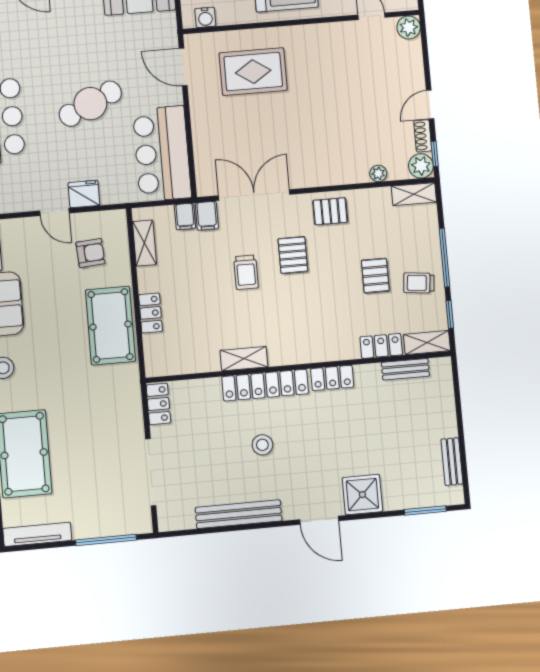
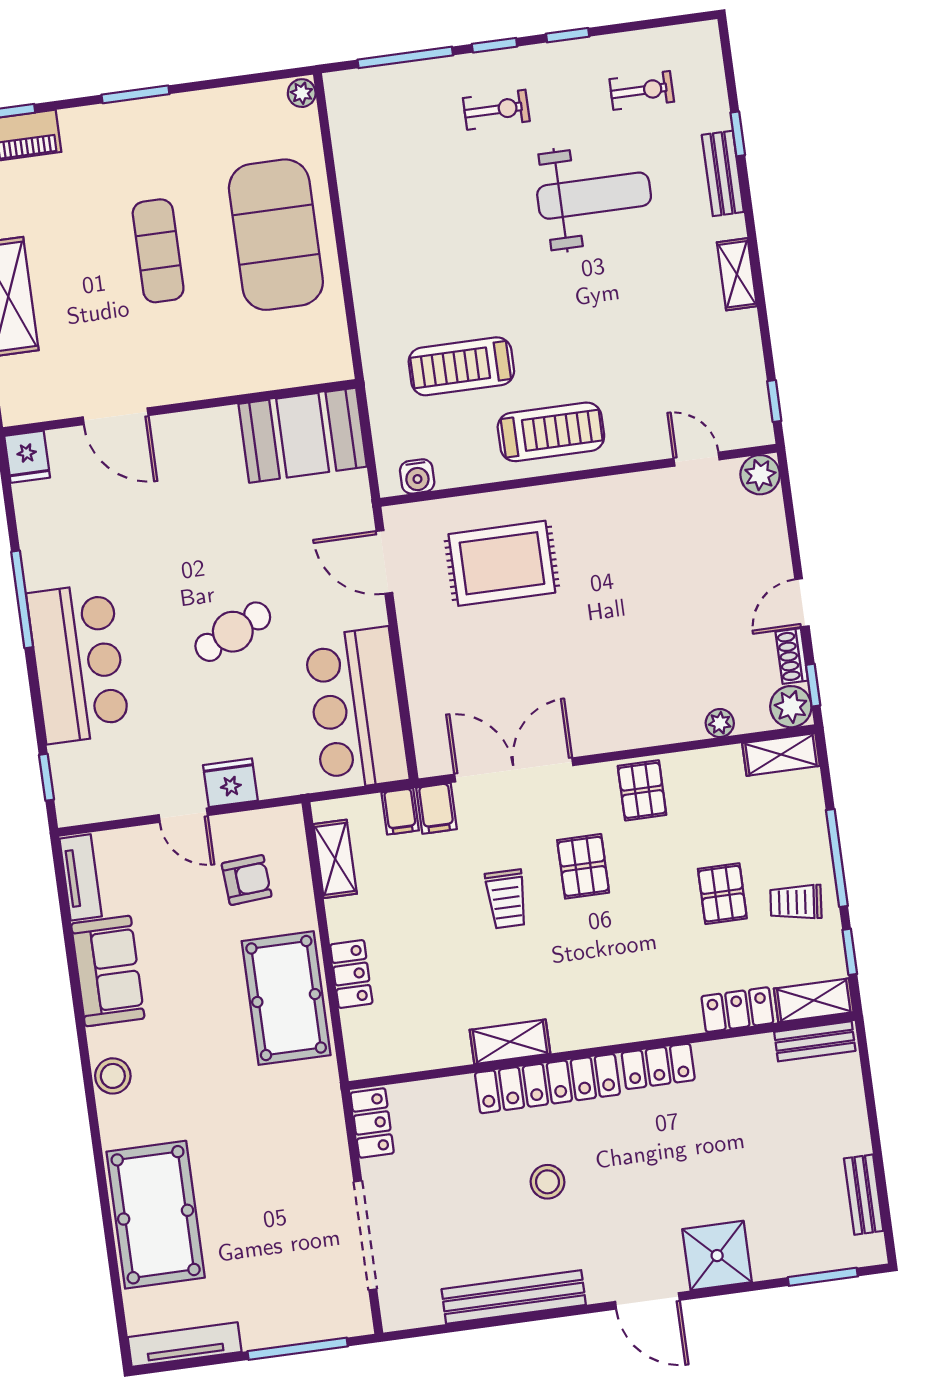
cafe table: (90, 104) -> (233, 632), width x0.73, depth x0.74
pallet: (330, 211) -> (642, 790), turned 90
bench: (405, 369) -> (815, 1041), moved

